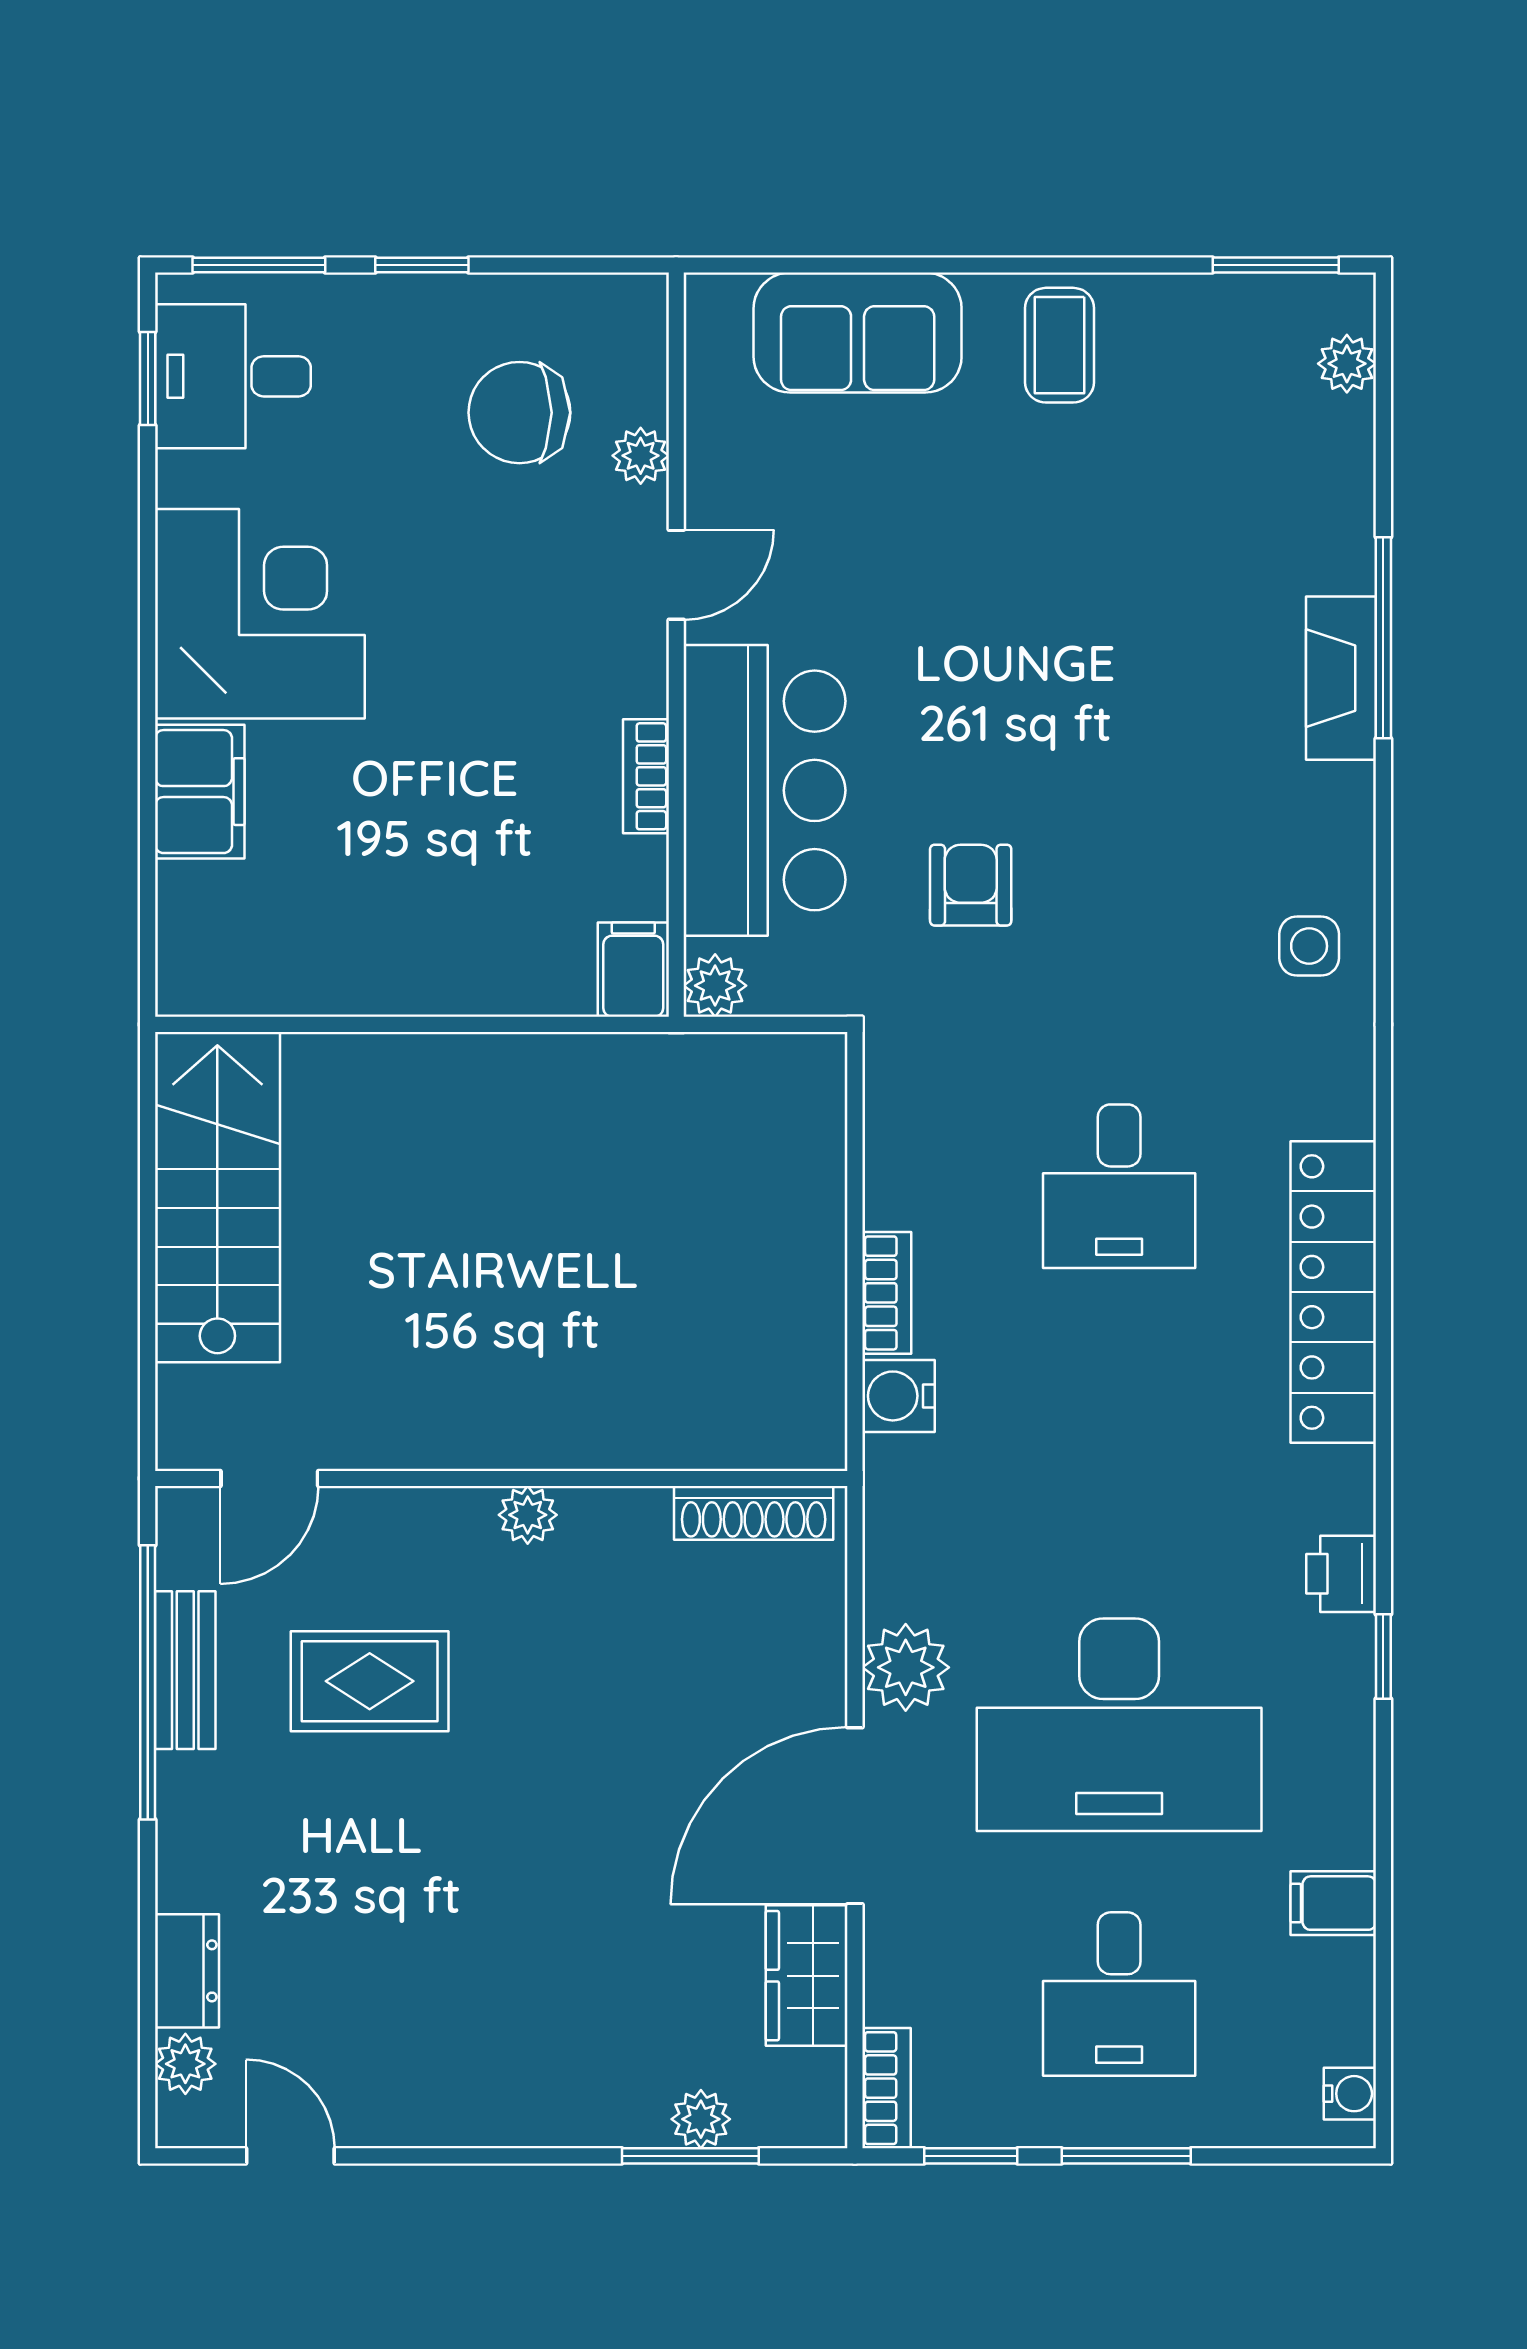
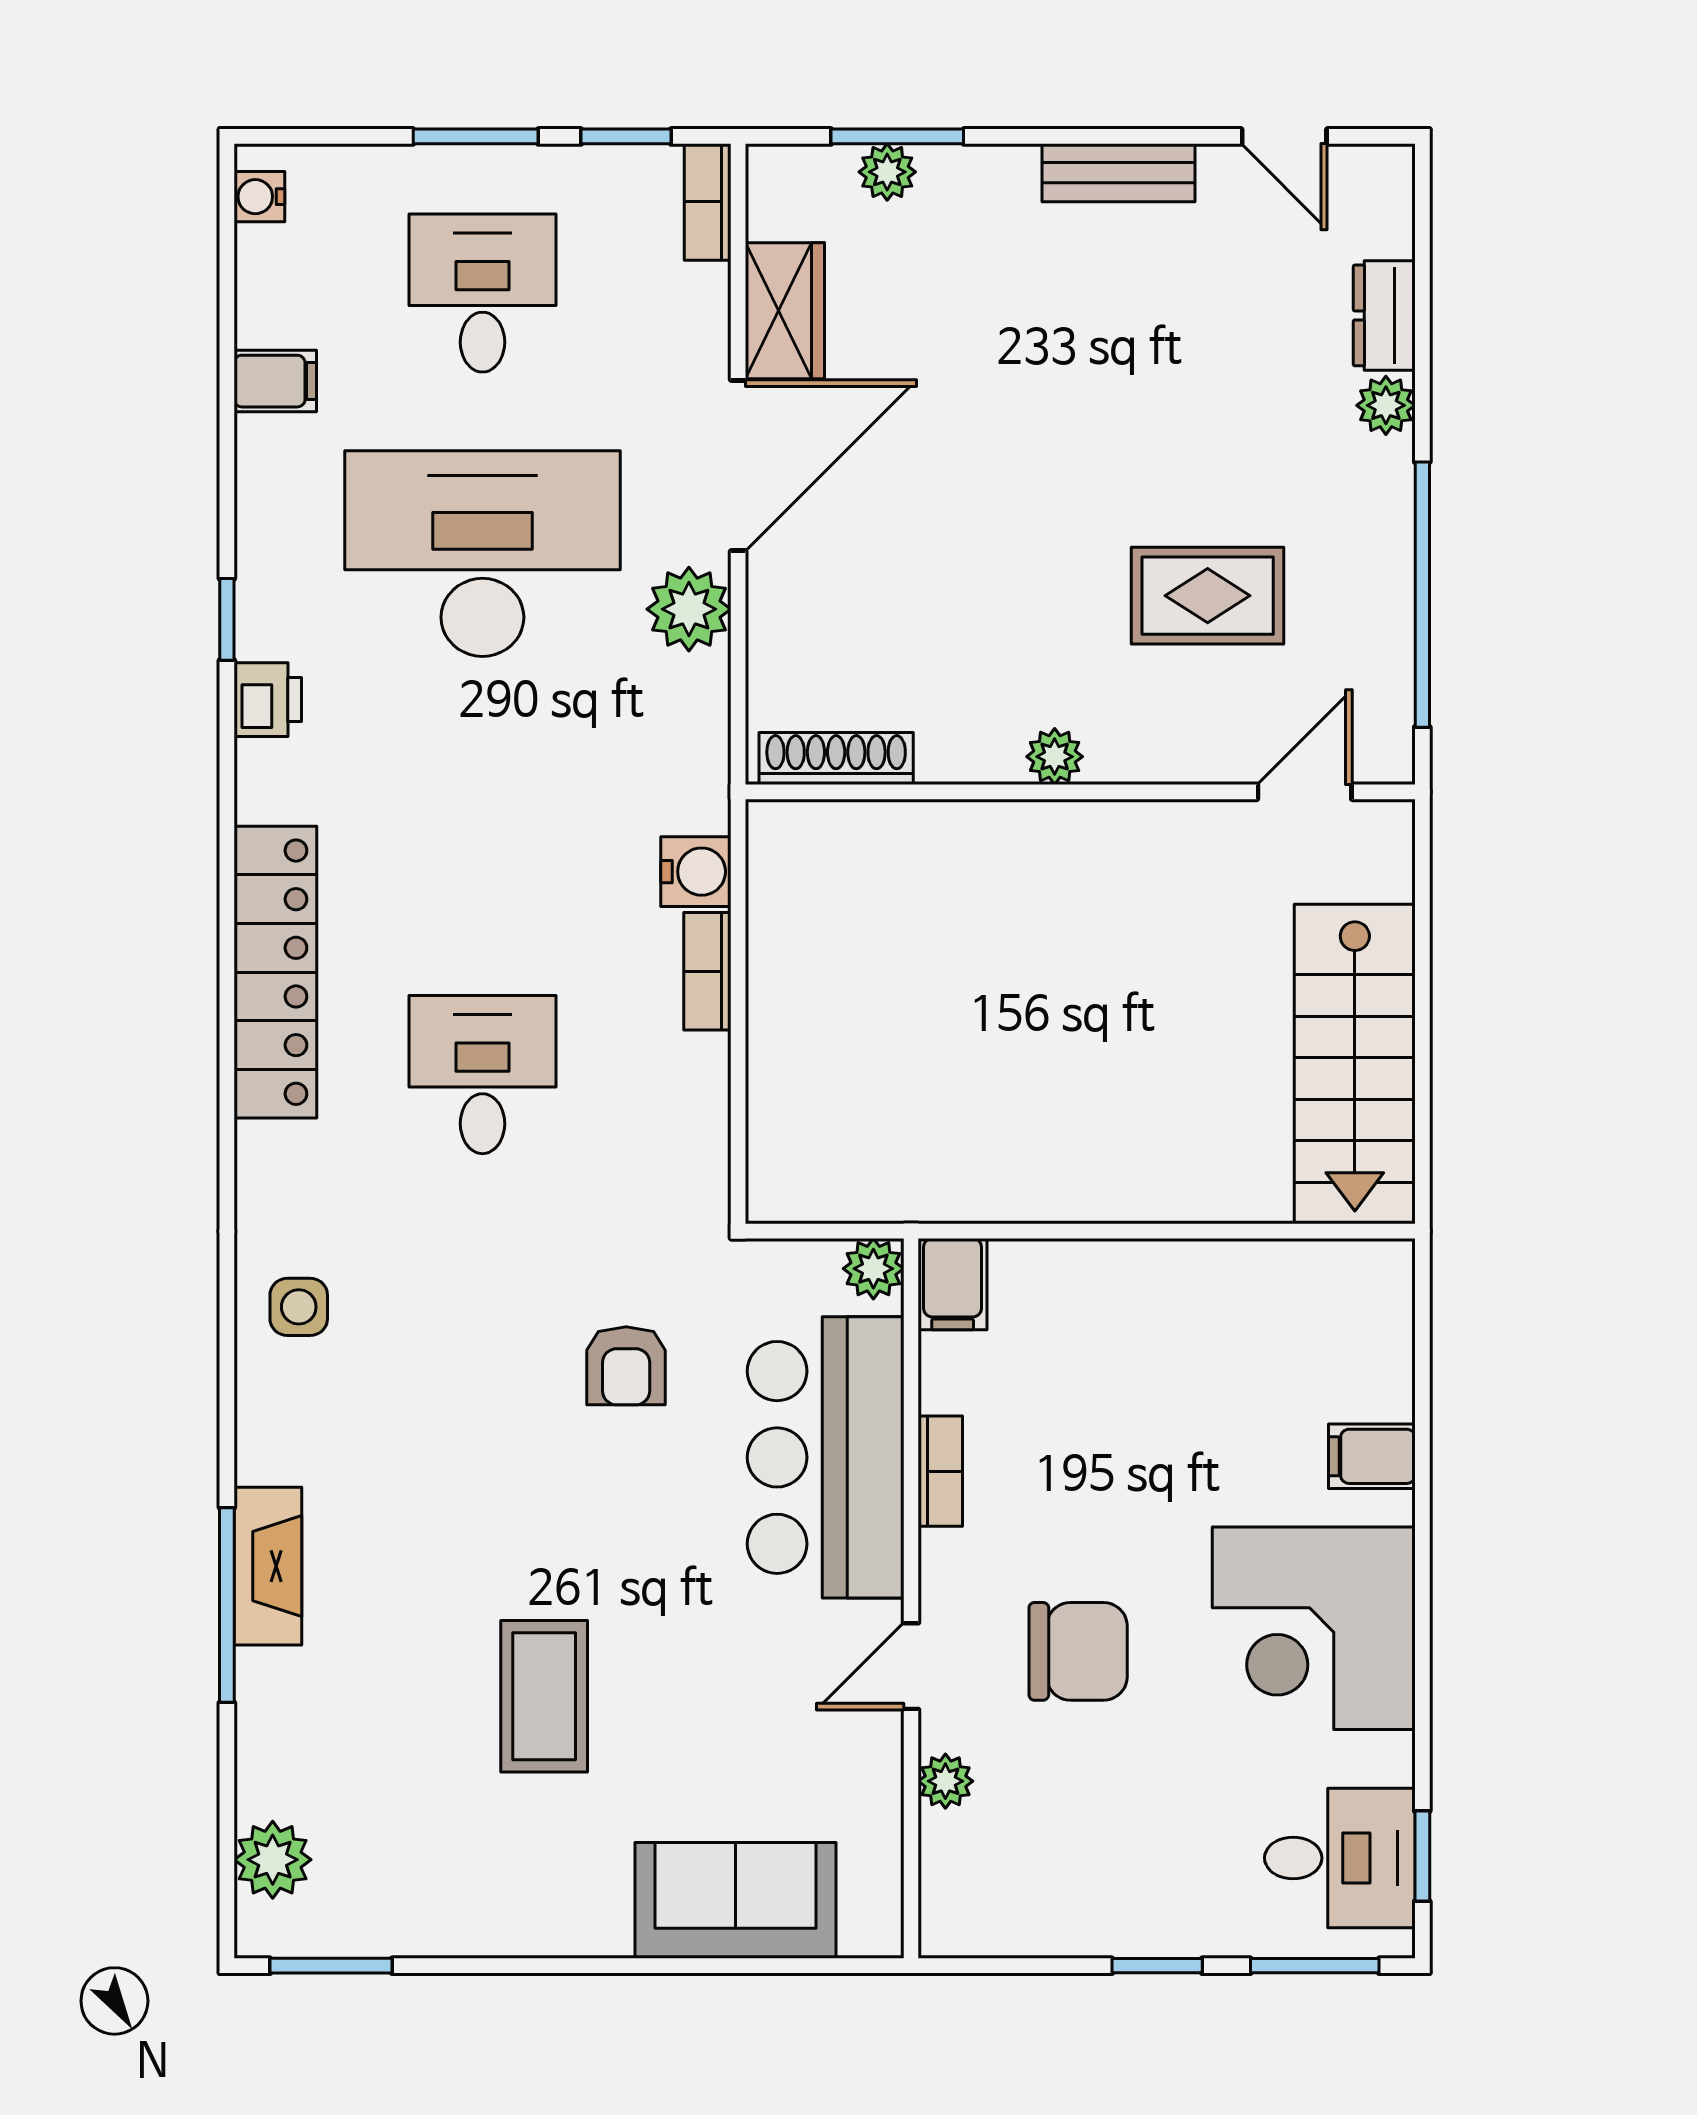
coffee table: (1059, 345) -> (544, 1696), moved, width x1.36, depth x1.30
plant: (1347, 364) -> (273, 1860), width x1.38, depth x1.38
chair: (519, 413) -> (1078, 1651), moved
filing cabinet: (200, 792) -> (1372, 1456), width x0.50
bench: (185, 1670) -> (1119, 173), moved, turned 90
plant: (185, 2064) -> (1386, 405), moved

